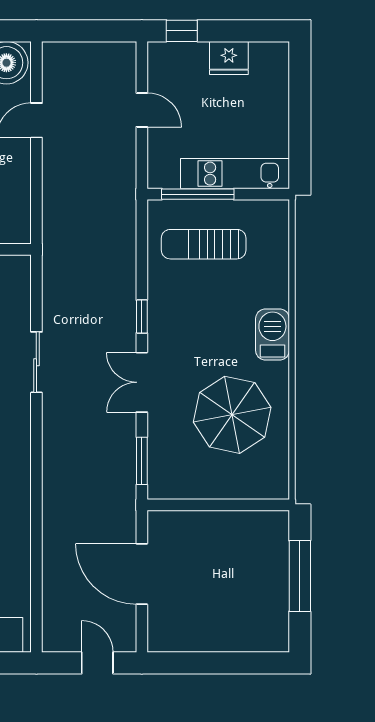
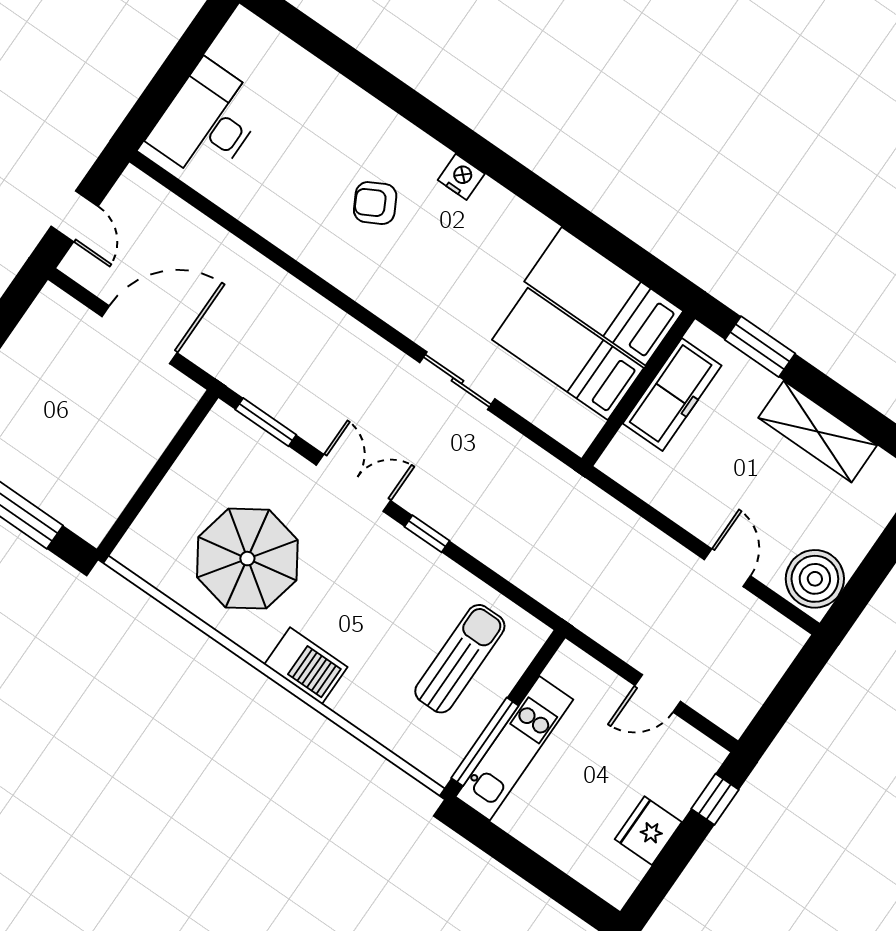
window: (198, 194) -> (485, 742), moved
door: (97, 663) -> (75, 216), hinge flipped

